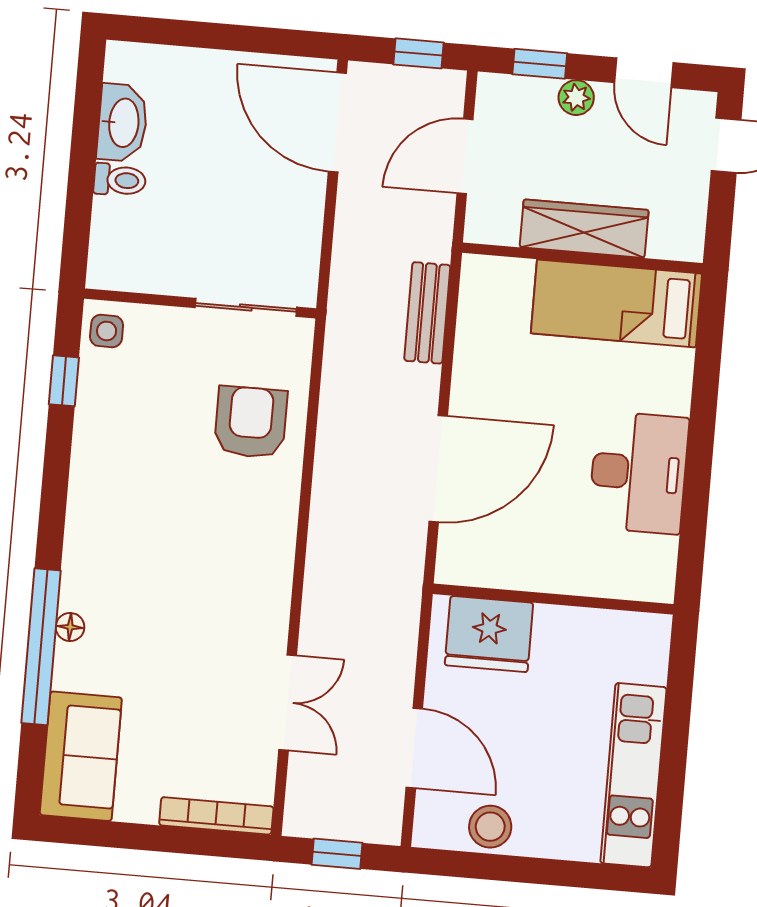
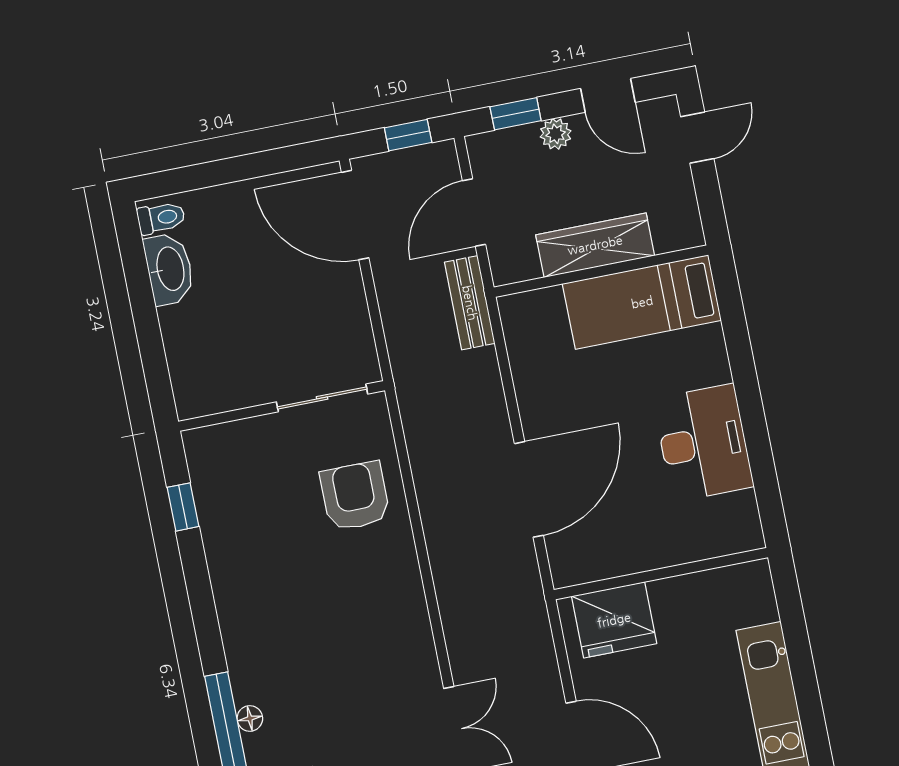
toilet: (120, 180) -> (161, 218), moved
bench: (427, 313) -> (470, 303), moved
side table: (107, 331) -> (207, 453), removed

